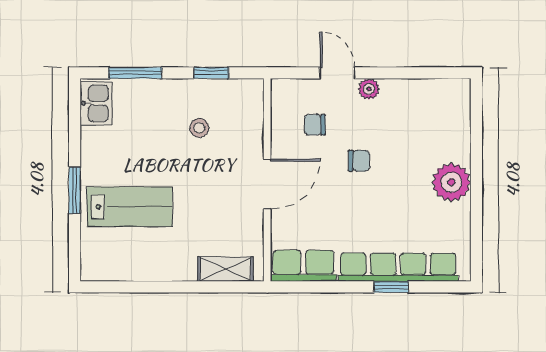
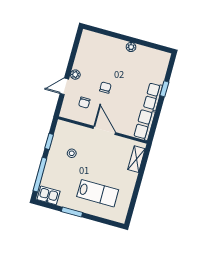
window: (135, 73) -> (40, 175), width x1.44
plant: (451, 182) -> (131, 47), width x0.53, depth x0.53
window: (75, 190) -> (72, 212), moved
lab bench: (130, 207) -> (98, 193), turned 90
row of seats: (398, 267) -> (153, 97), width x0.50

